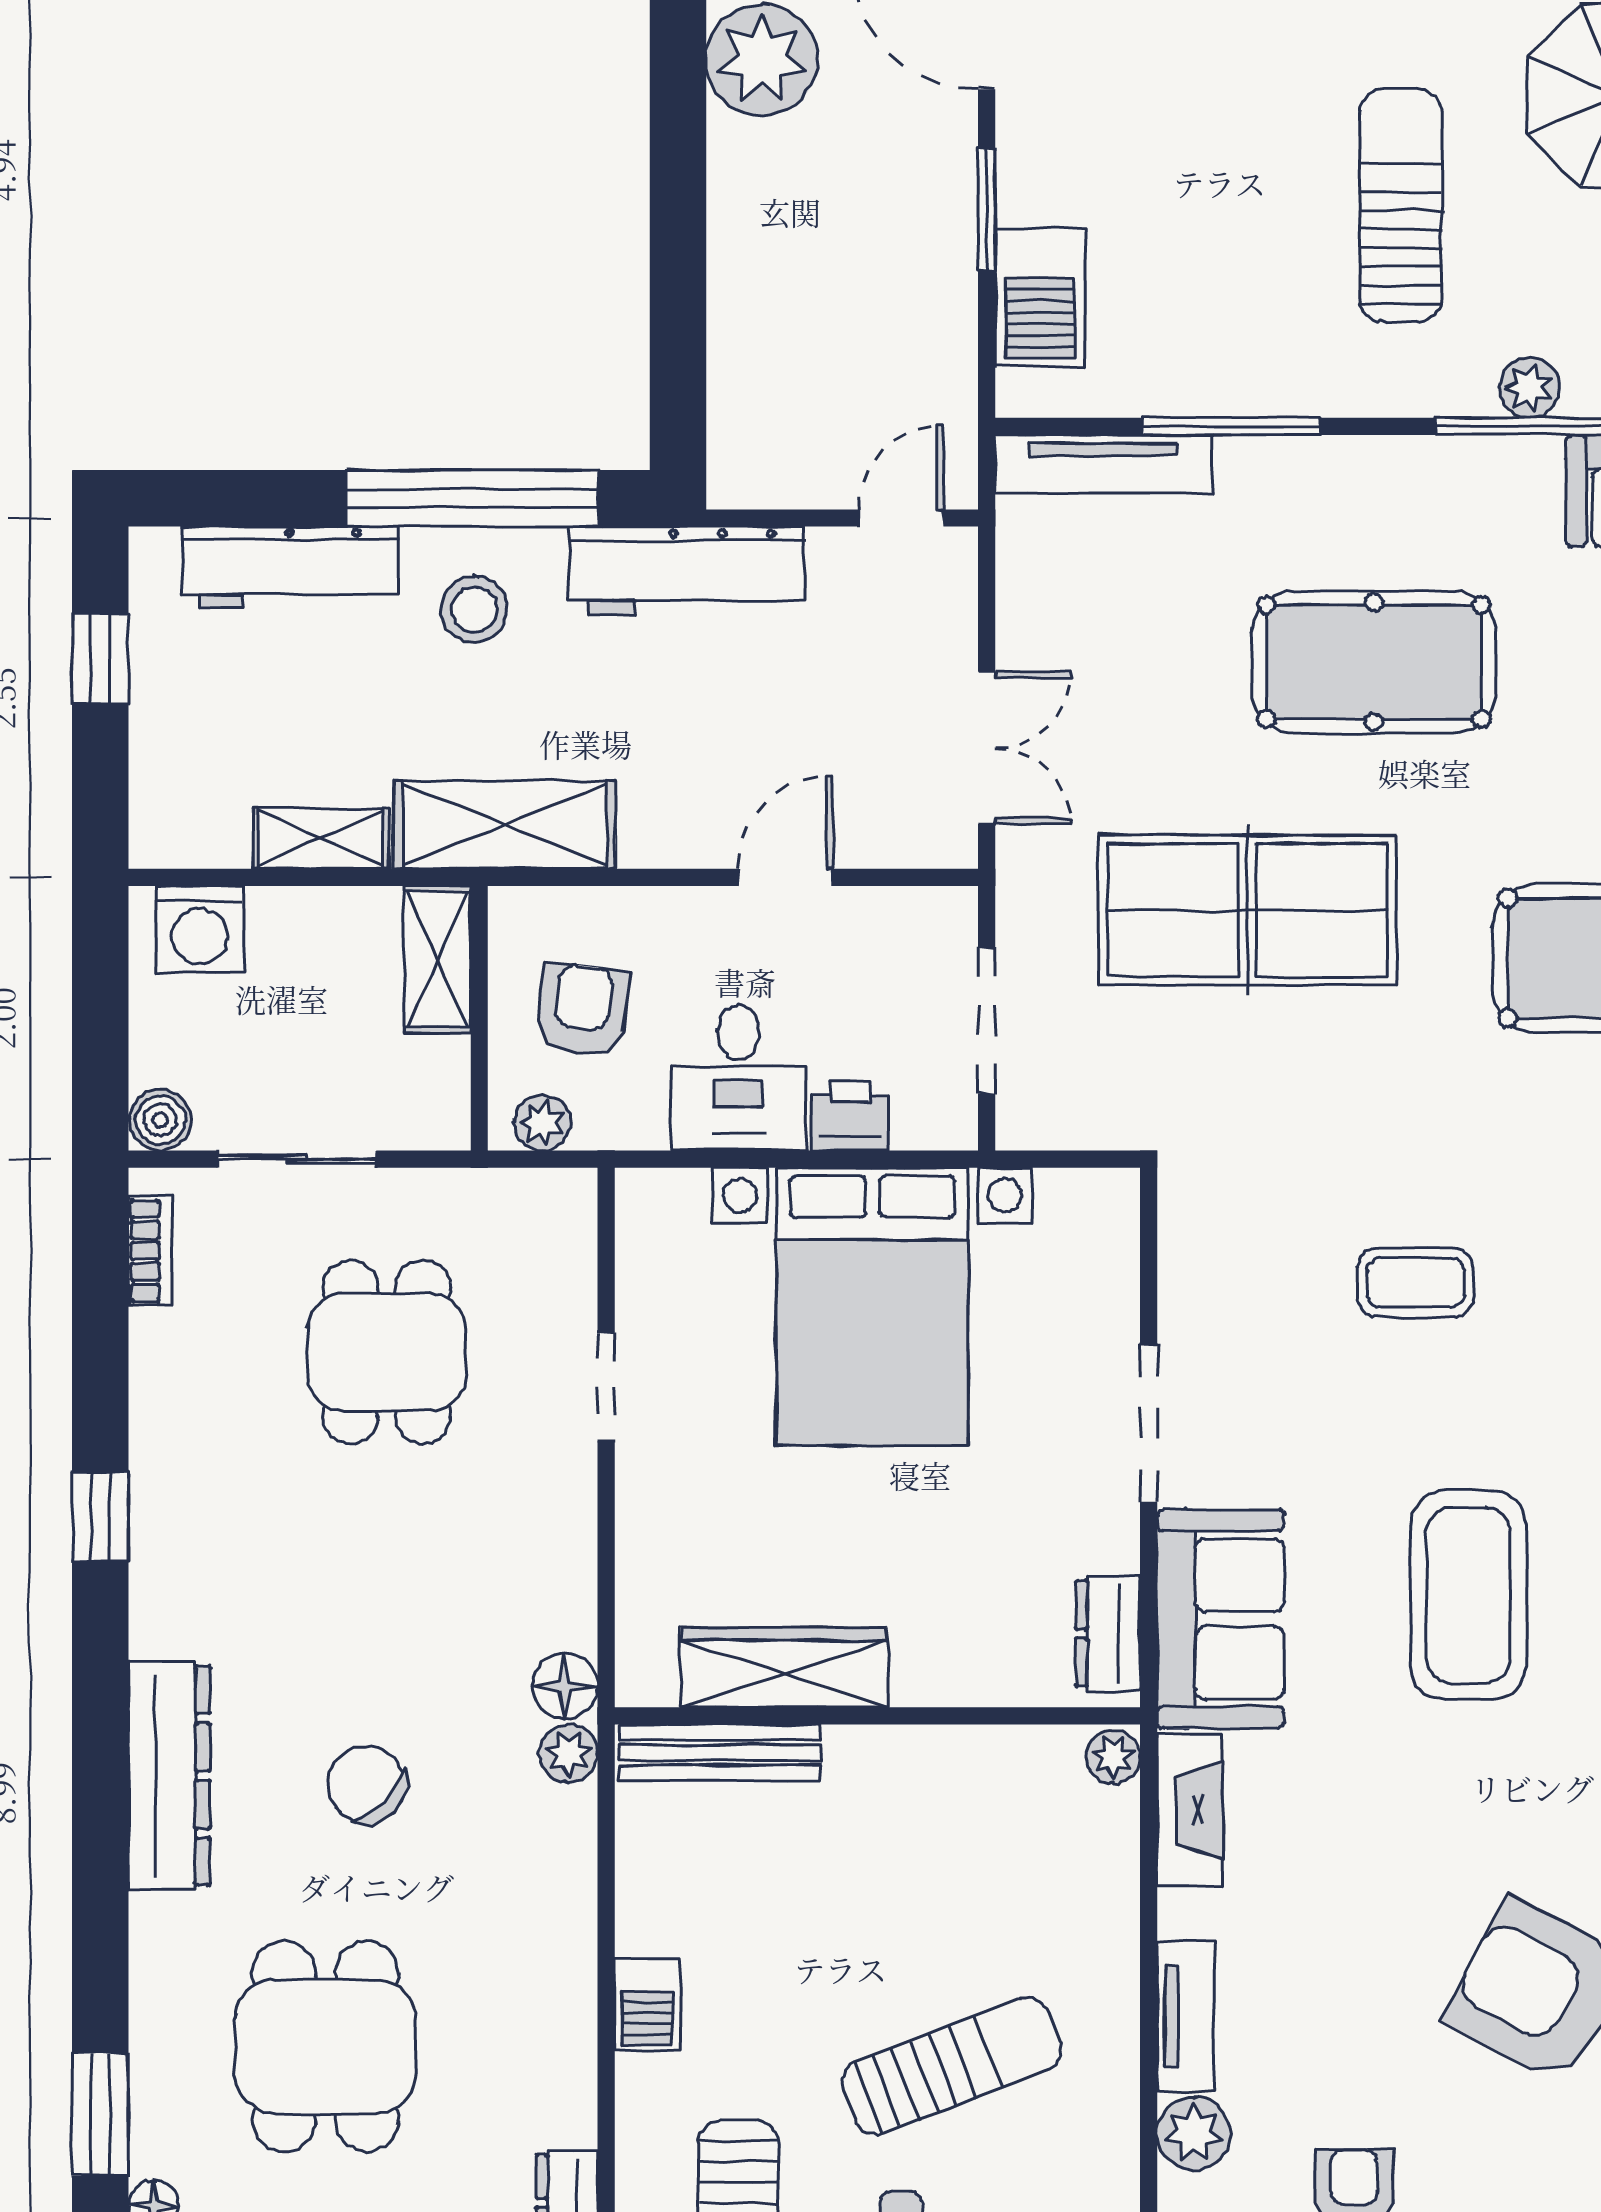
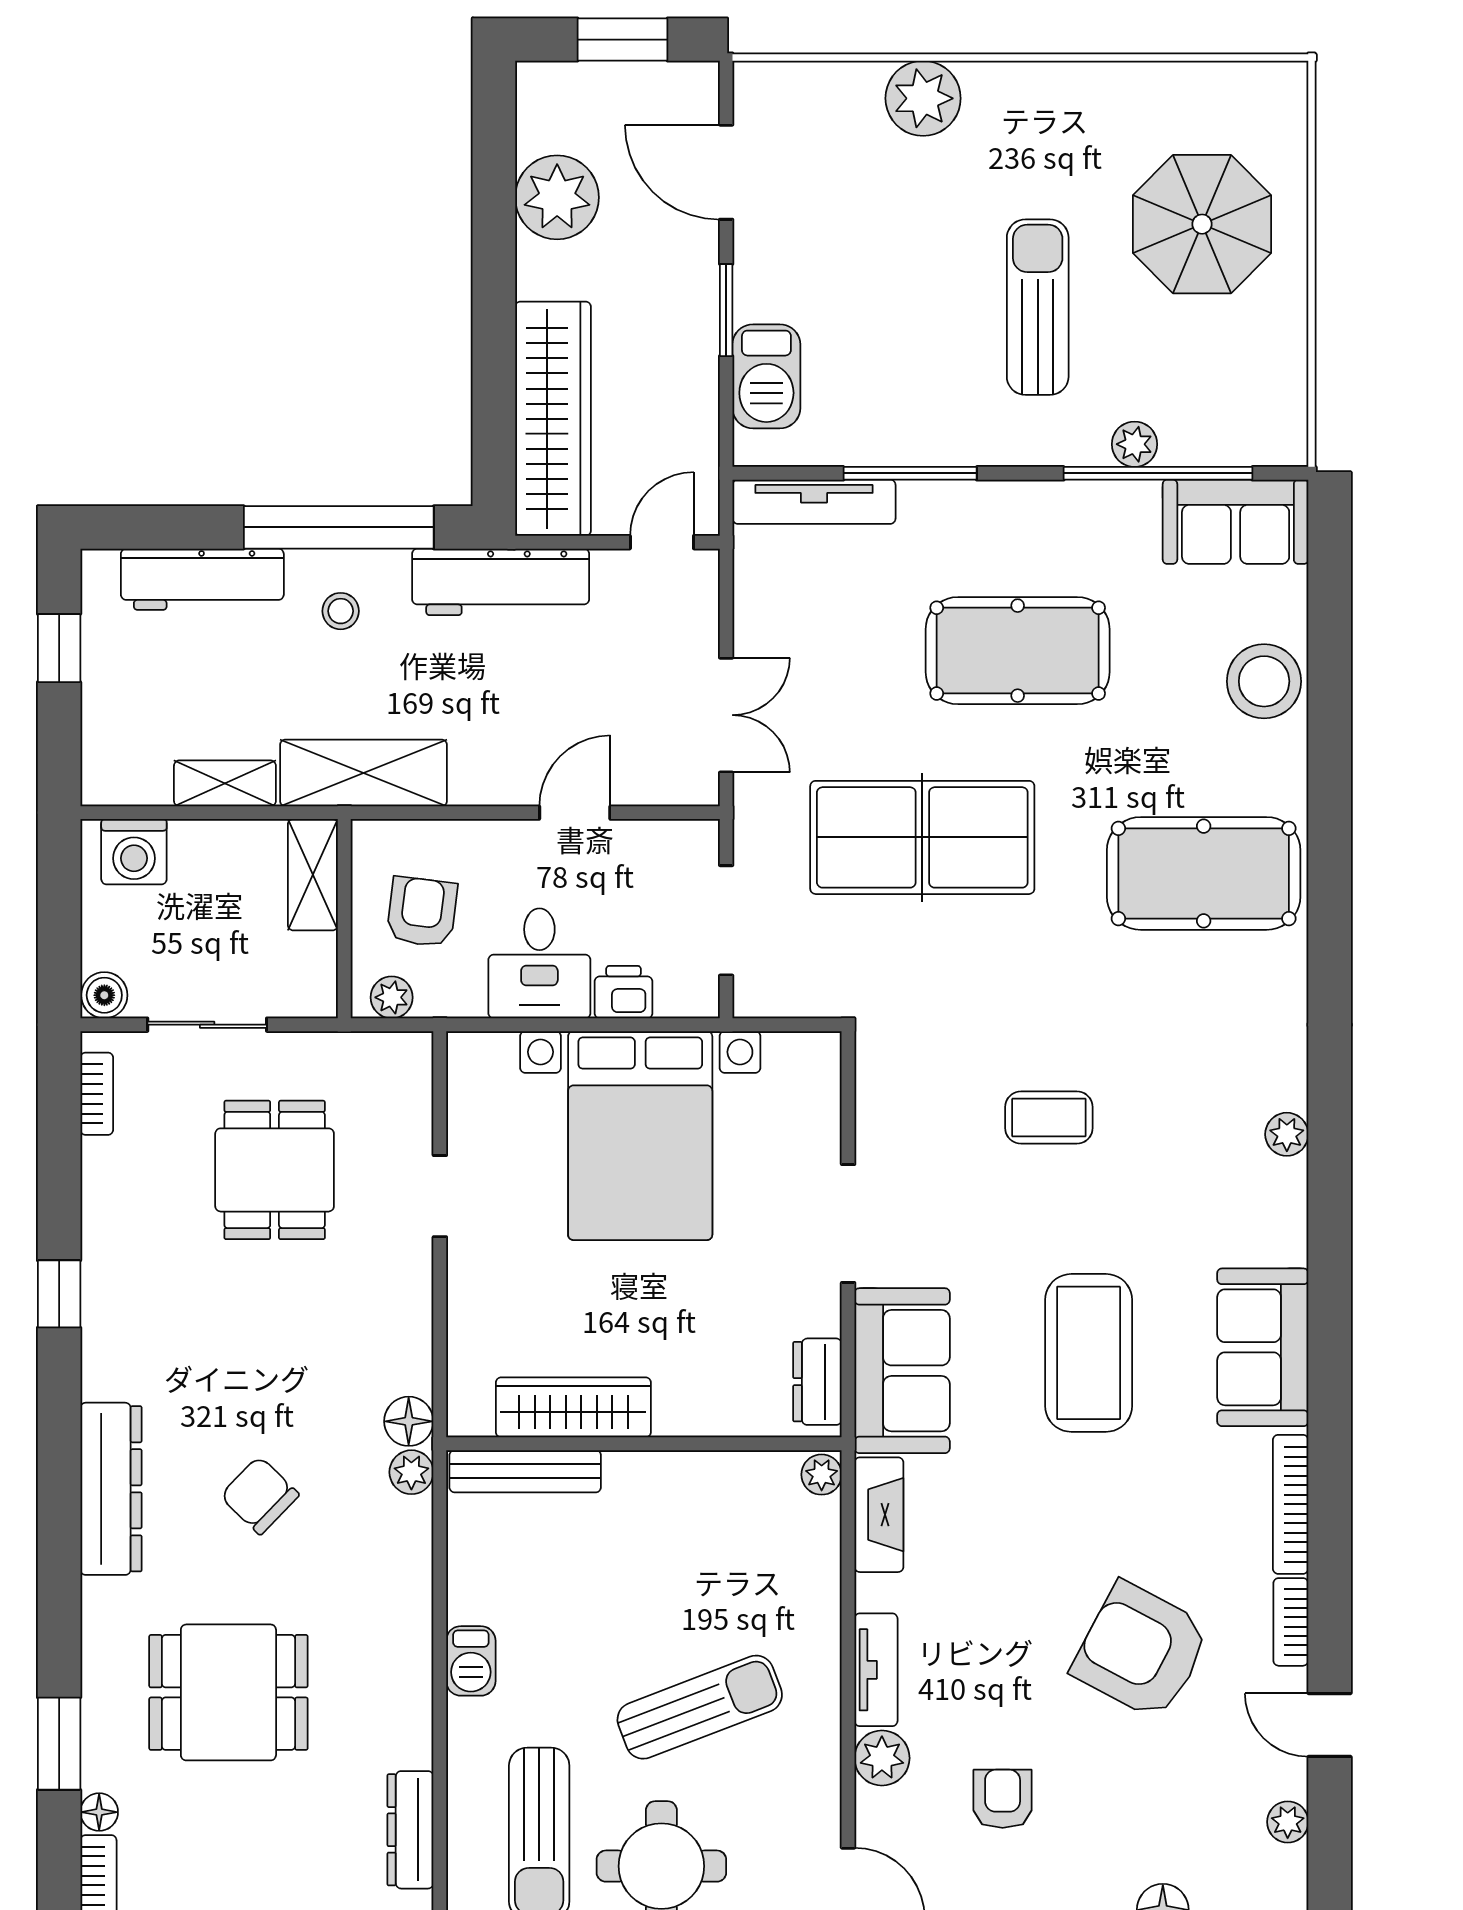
wardrobe: (757, 354) -> (553, 419), added
stool: (474, 609) -> (341, 611), width x0.73, depth x0.73
dining table: (325, 2046) -> (228, 1692), turned 90

